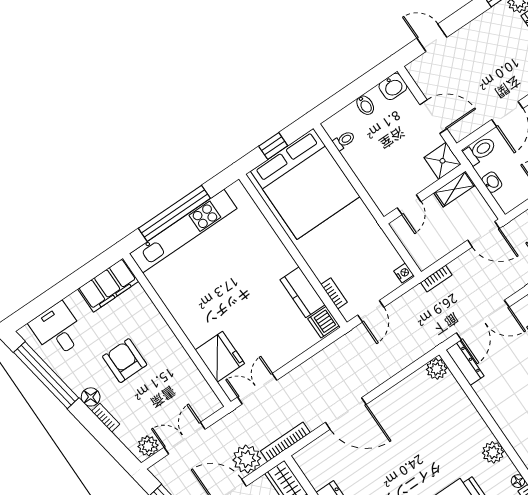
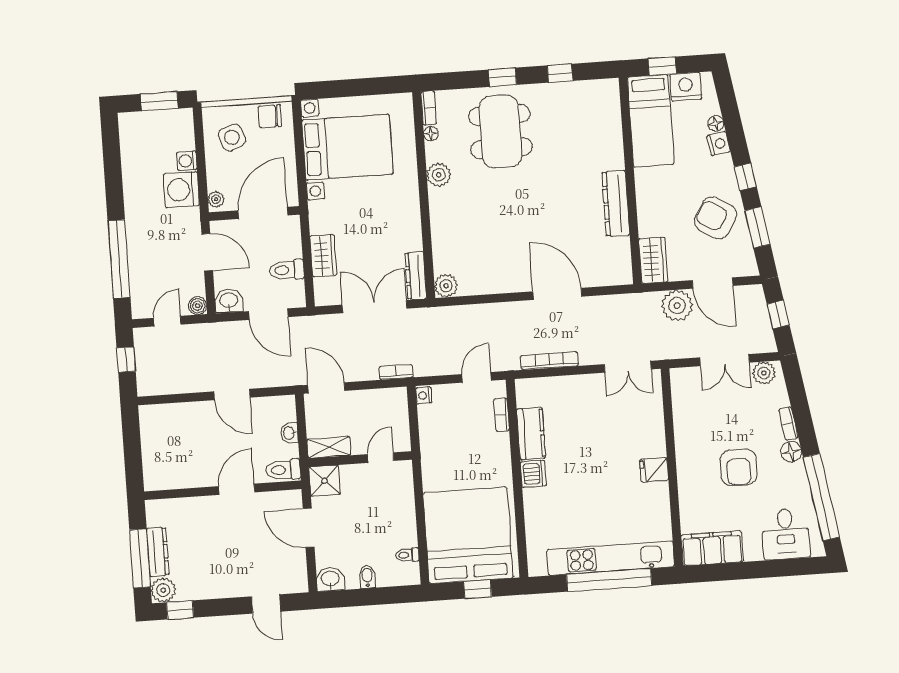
dishwasher: (324, 322) -> (533, 474), moved
fridge: (220, 357) -> (654, 470), moved, width x0.53, depth x0.75
bookcase: (285, 442) -> (549, 361), moved, turned 180

